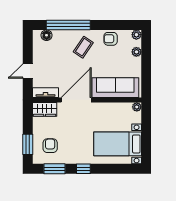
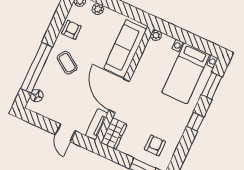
armchair: (111, 39) -> (72, 30), turned 180
armchair: (50, 146) -> (155, 145), turned 90
window: (55, 169) -> (212, 86), moved

